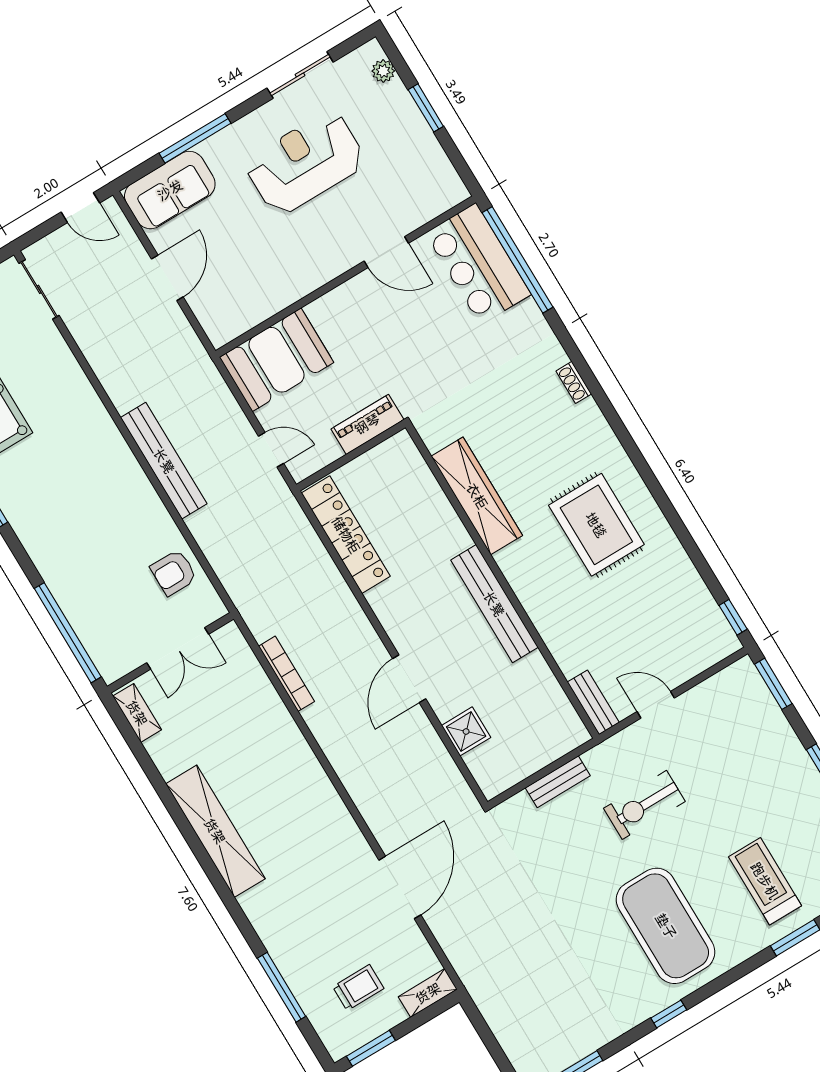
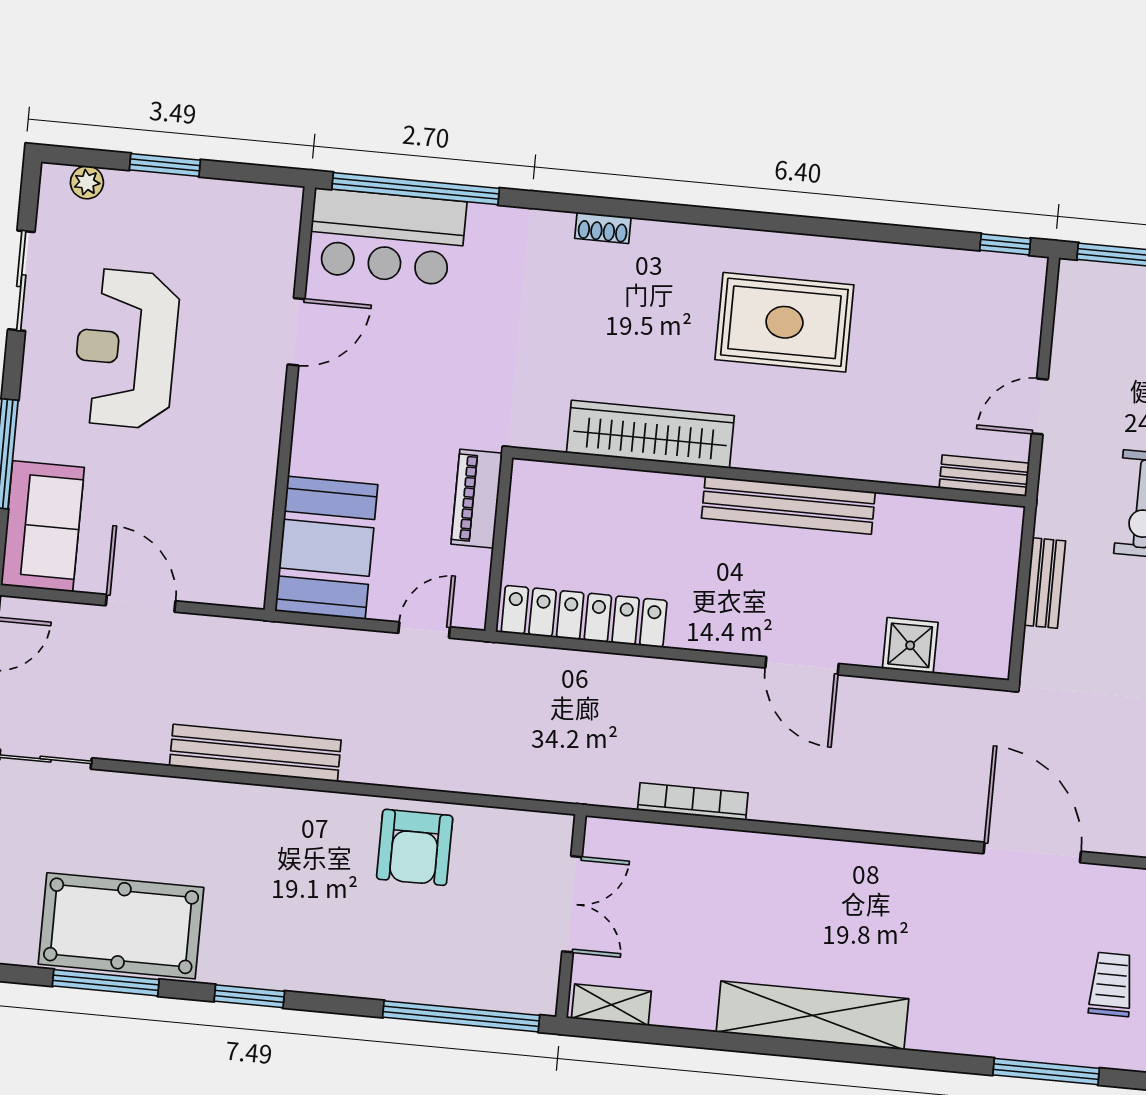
bench: (164, 461) -> (255, 753), moved
armchair: (174, 573) -> (415, 847), moved, width x1.38, depth x1.38

